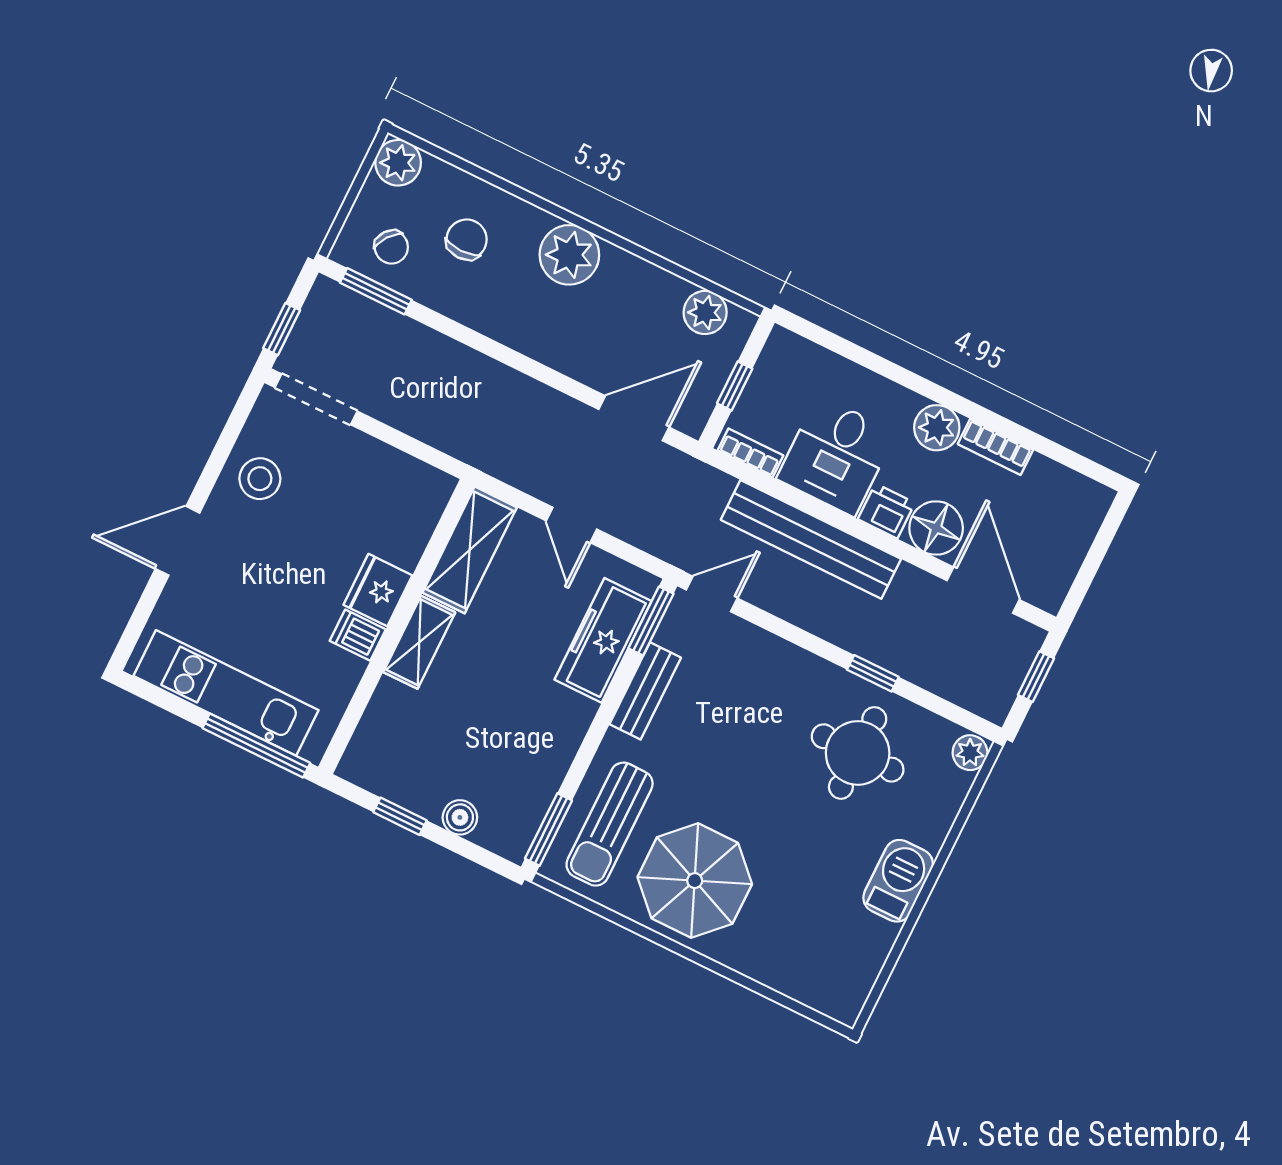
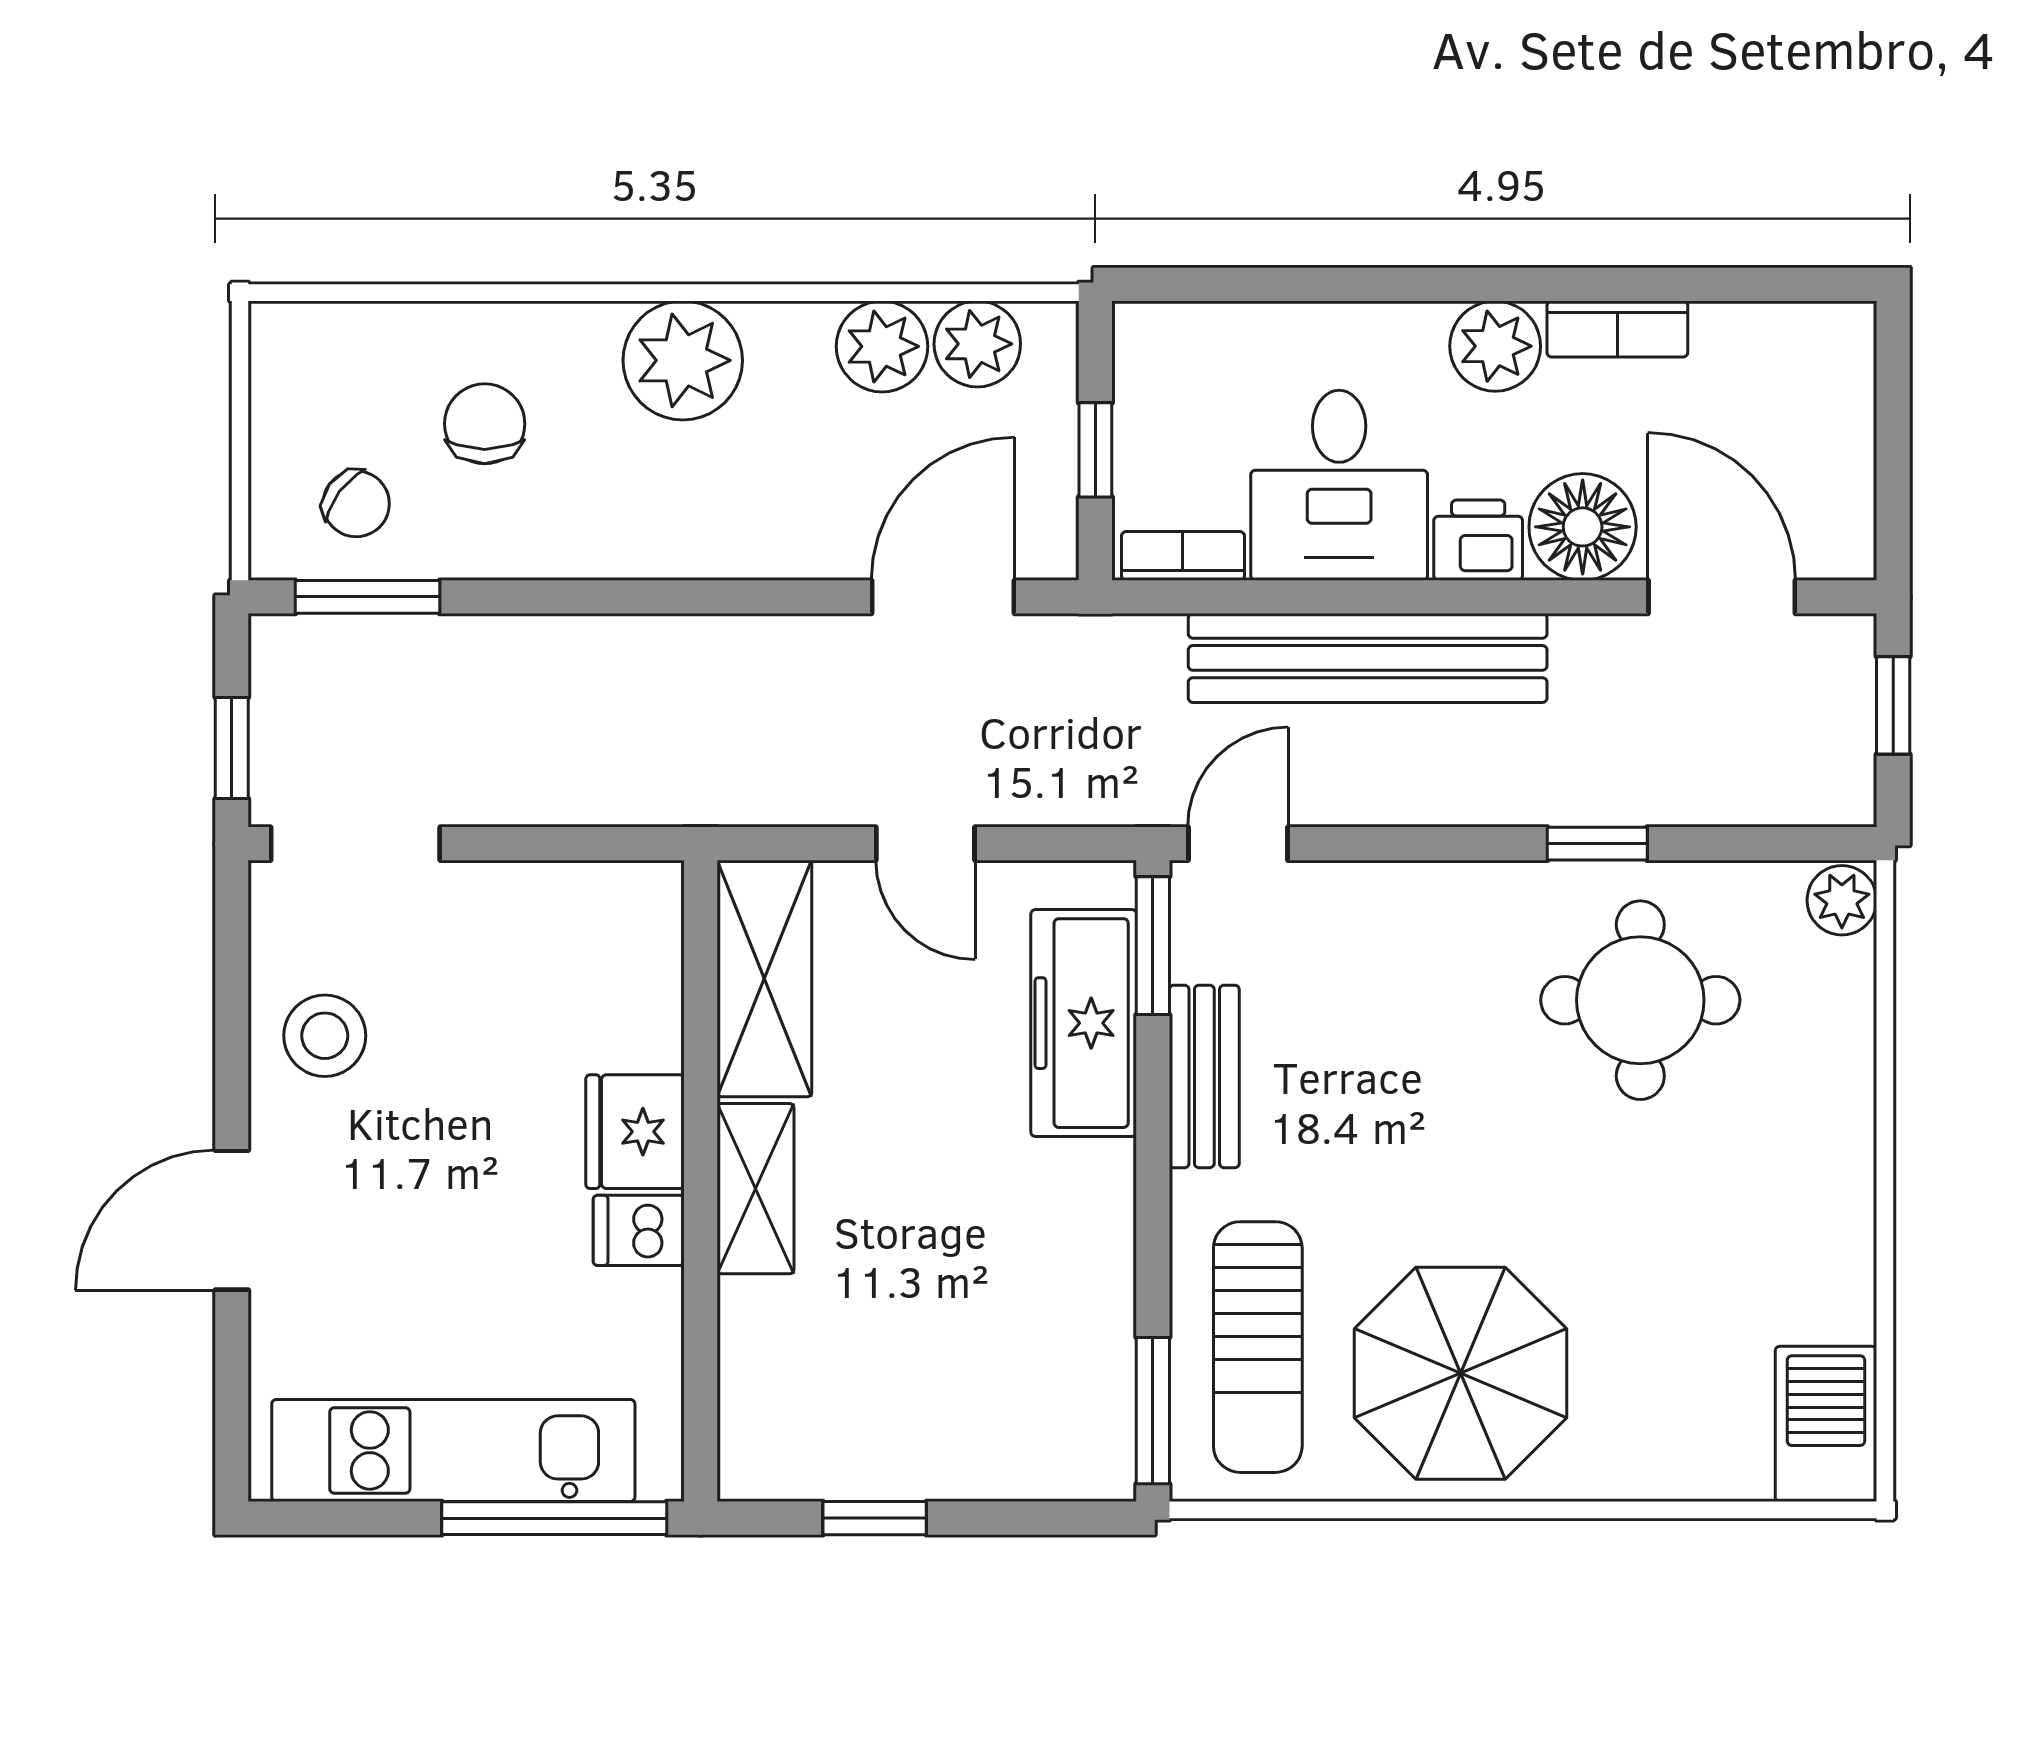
plant: (398, 163) -> (882, 346), moved
boiler: (460, 817) -> (983, 1467), removed
barbecue: (898, 881) -> (1826, 1424), moved

